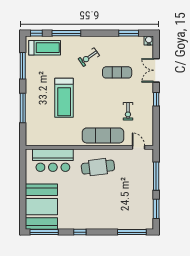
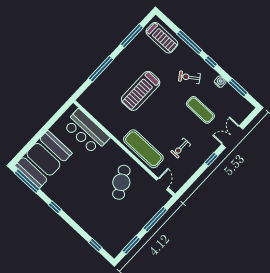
window: (36, 33) -> (211, 62), moved
water cooler: (149, 40) -> (220, 82), moved
cafe table: (98, 167) -> (121, 182), moved, turned 67
window: (132, 232) -> (95, 245), width x0.46

